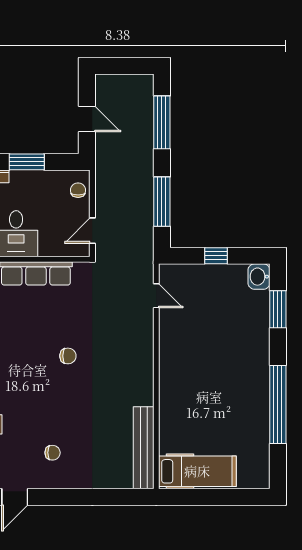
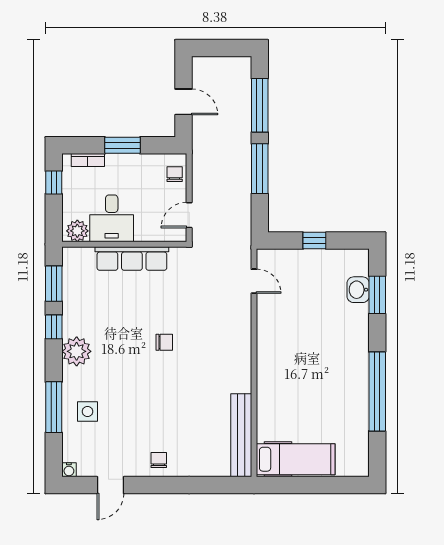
window: (162, 202) -> (260, 169), moved
washbasin: (259, 277) -> (358, 290), moved
chair: (53, 453) -> (159, 460), moved, turned -90

